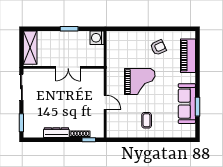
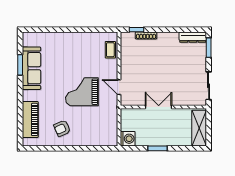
door: (105, 102) -> (119, 87), moved
coffee table: (147, 120) -> (110, 50), moved
dresser: (56, 133) -> (193, 37), moved

